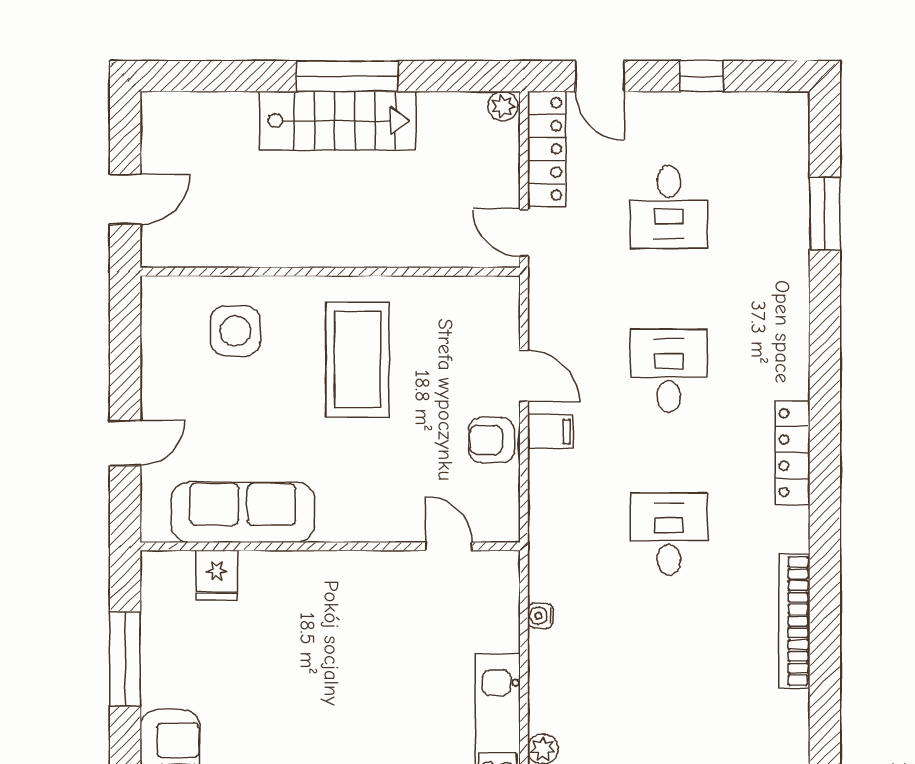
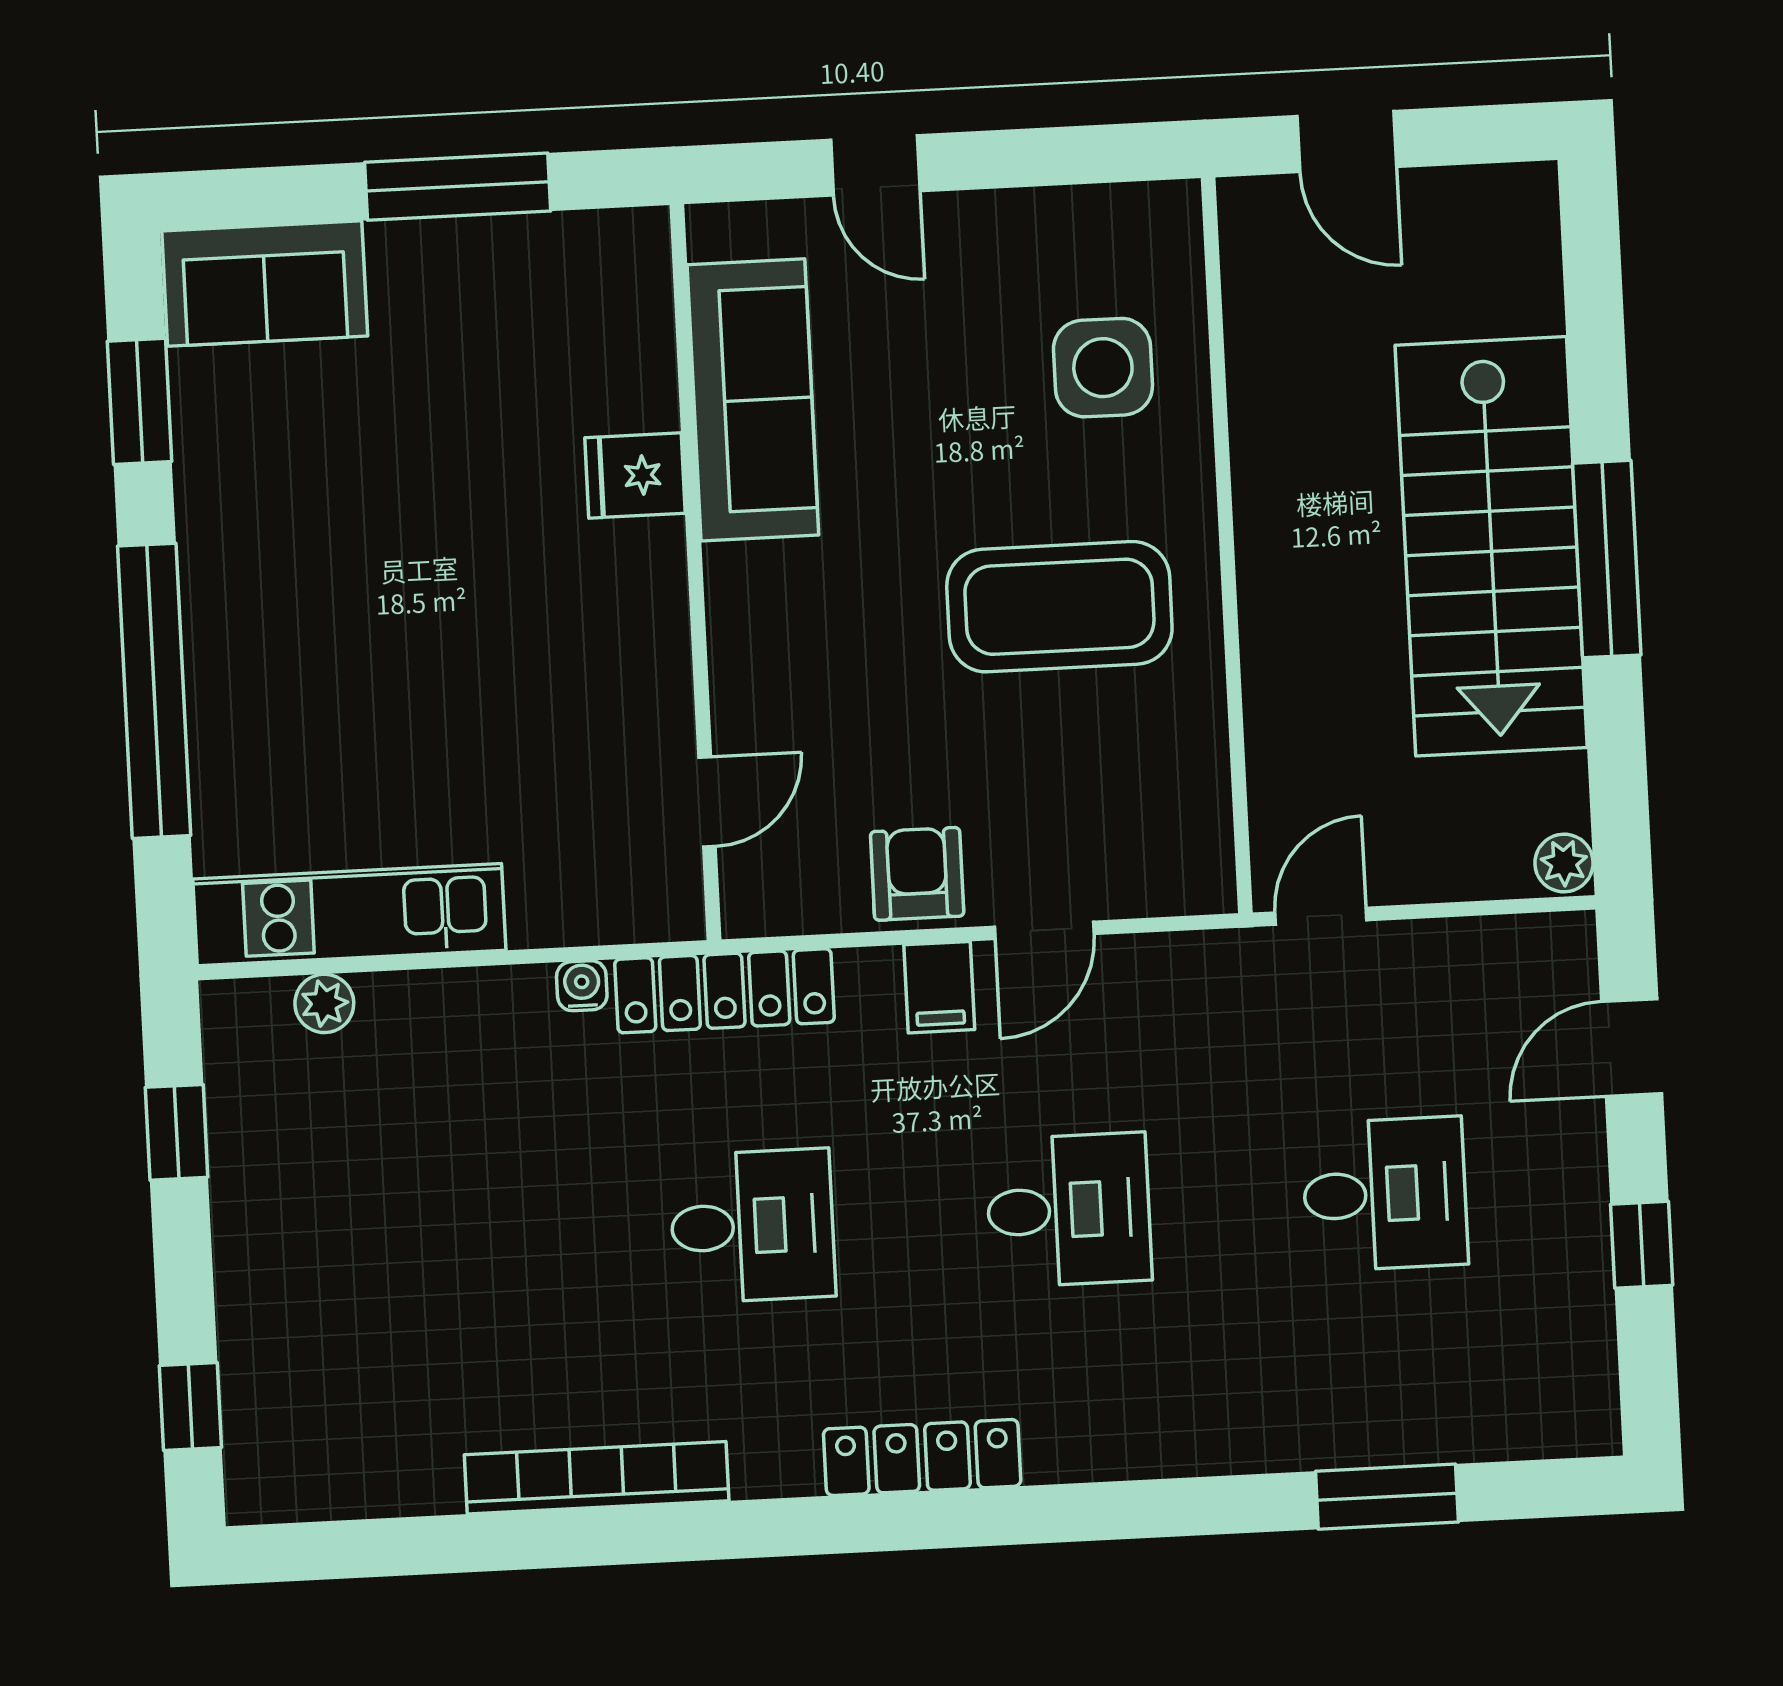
stairs: (338, 121) -> (1491, 546), width x1.36, depth x1.51
locker: (547, 149) -> (725, 991), moved
desk: (669, 207) -> (1385, 1194), turned 180
fridge: (217, 575) -> (635, 475), moved

